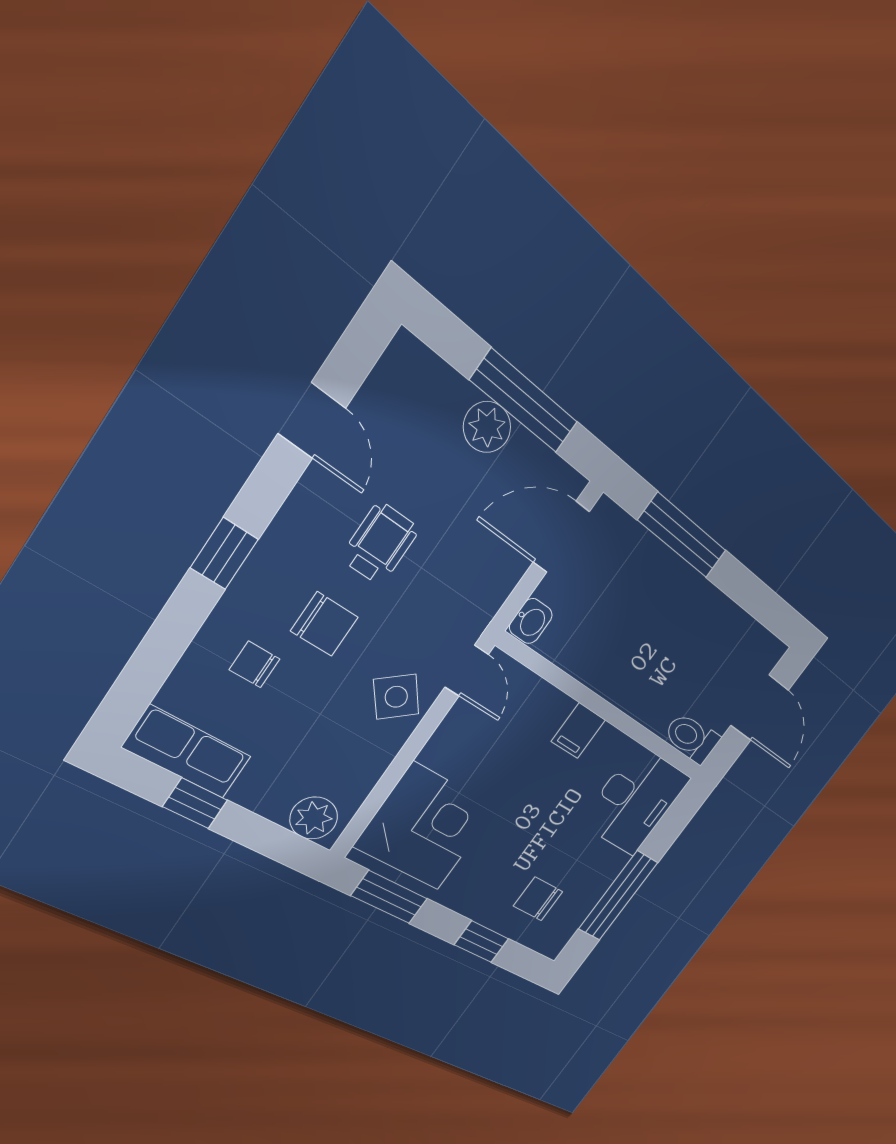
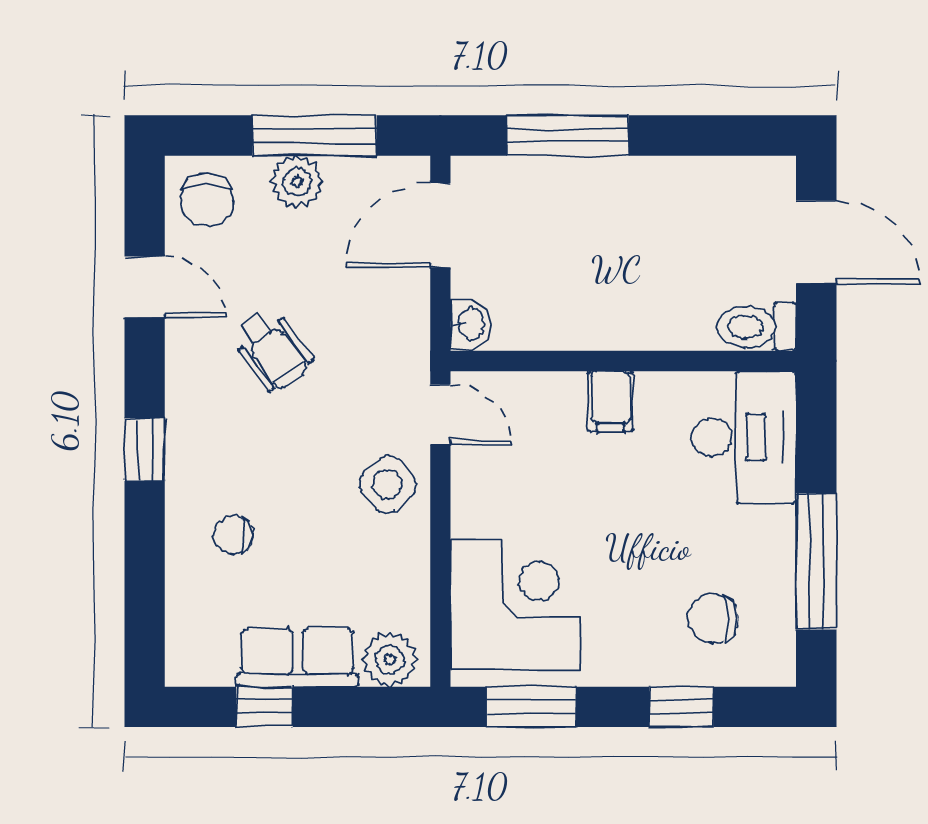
wheelchair: (380, 544) -> (272, 350), turned 144
chair: (324, 624) -> (207, 200), moved, turned 90
row of seats: (187, 752) -> (297, 658), moved

